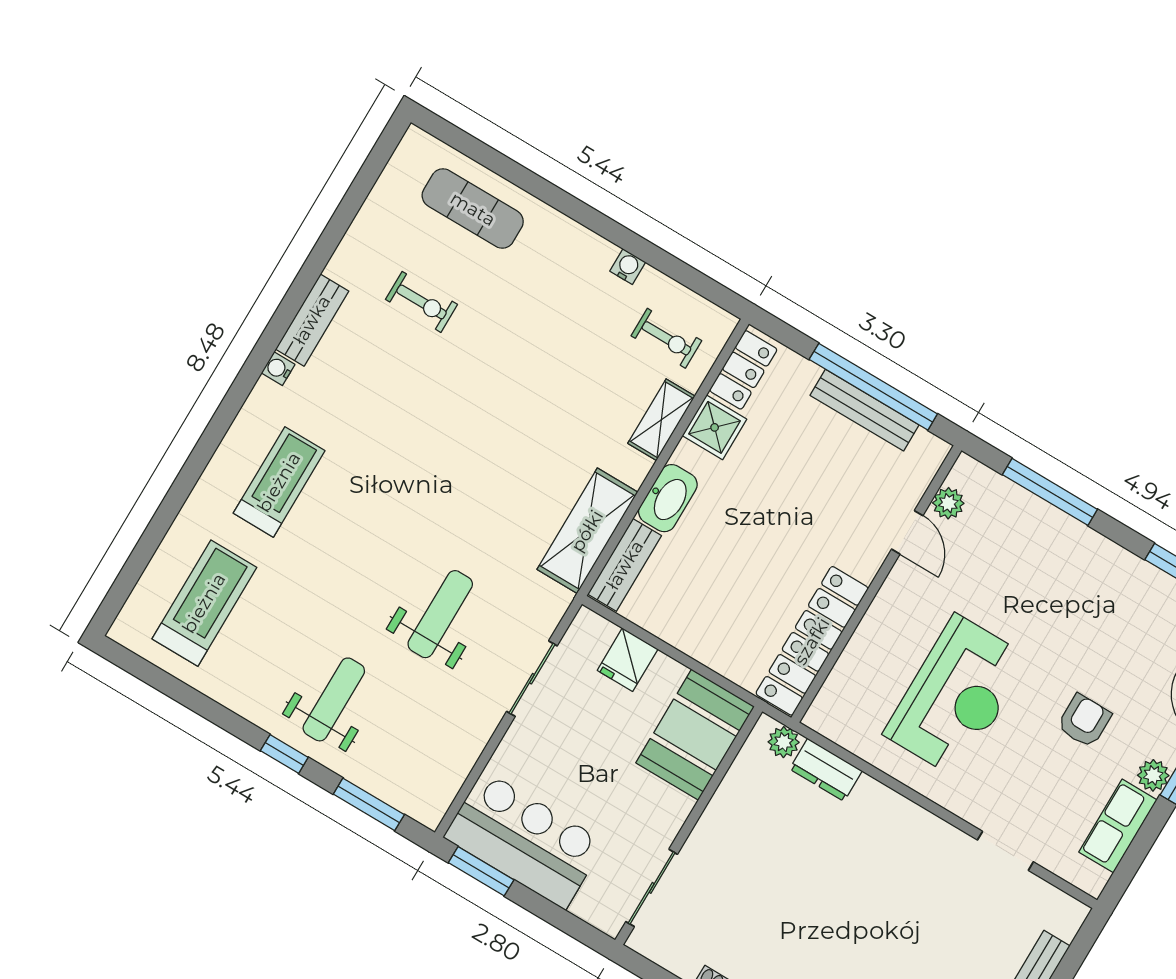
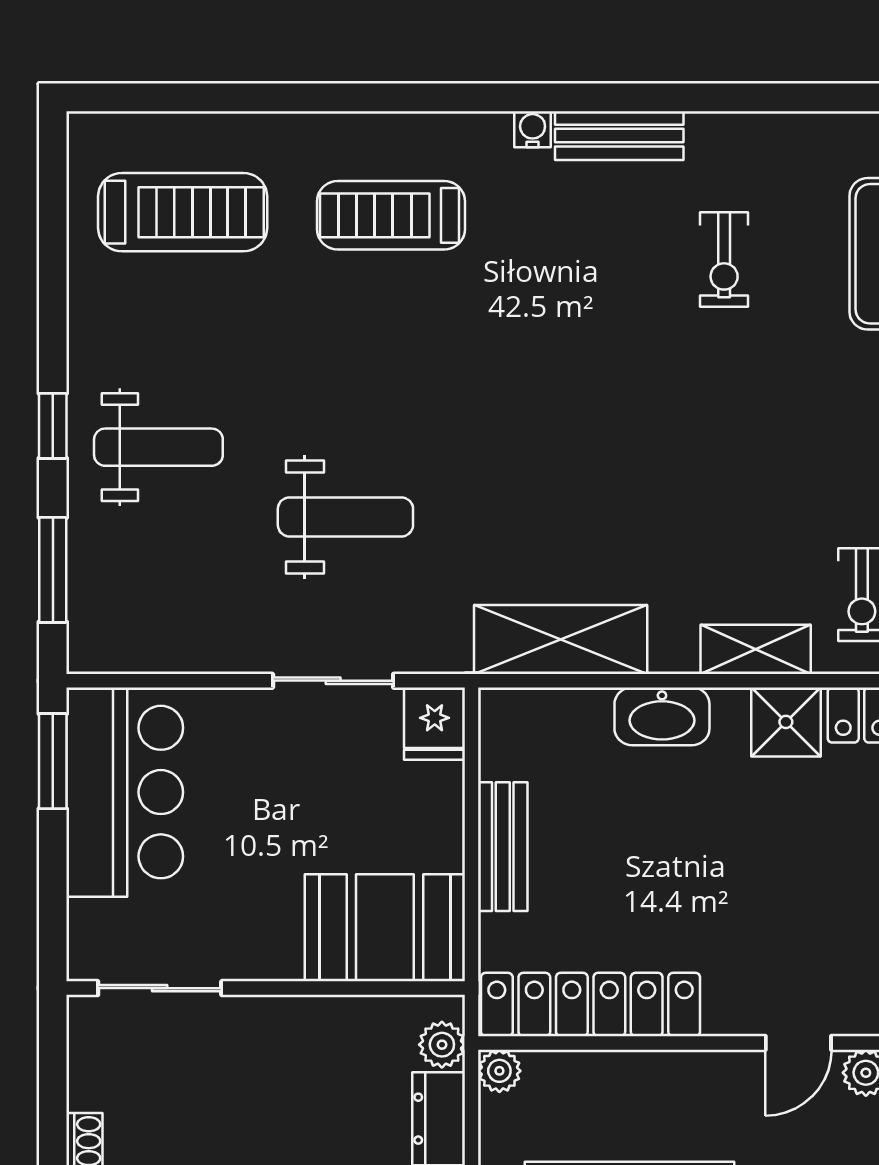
treadmill: (279, 482) -> (391, 215), turned 180
bench: (625, 565) -> (503, 847), moved, turned 90
fridge: (628, 660) -> (435, 724), moved, turned -90
plant: (819, 718) -> (499, 1071), added

